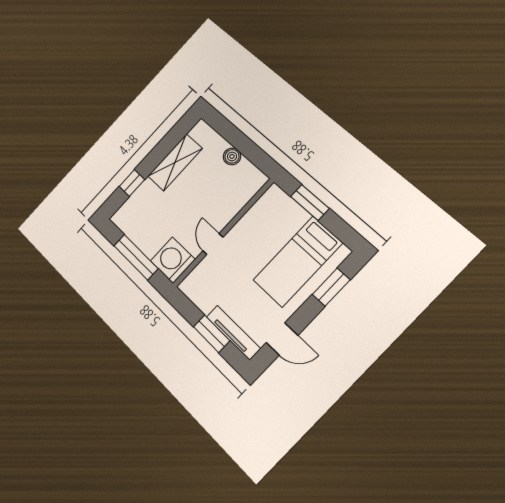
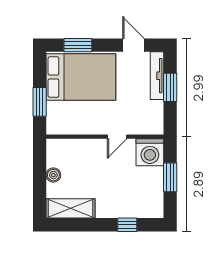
shelving: (175, 162) -> (71, 208), moved
window: (136, 257) -> (170, 177), width x0.69
bed: (298, 262) -> (81, 77), width x1.50

